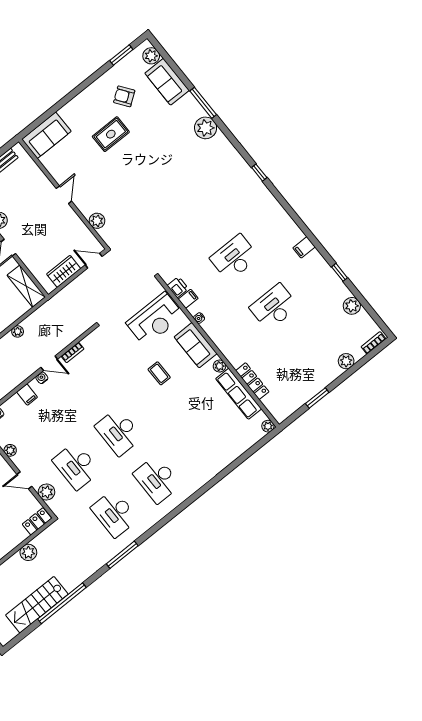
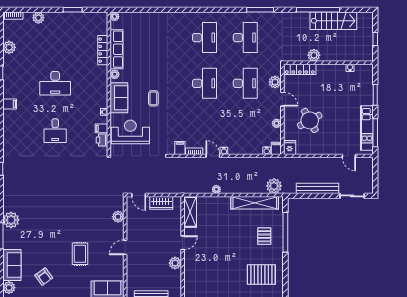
rug: (111, 134) -> (80, 254), moved, turned 90
desk: (234, 258) -> (55, 131), width x0.73
filing cabinet: (27, 395) -> (180, 148), moved
locker: (37, 521) -> (300, 69), width x1.53

